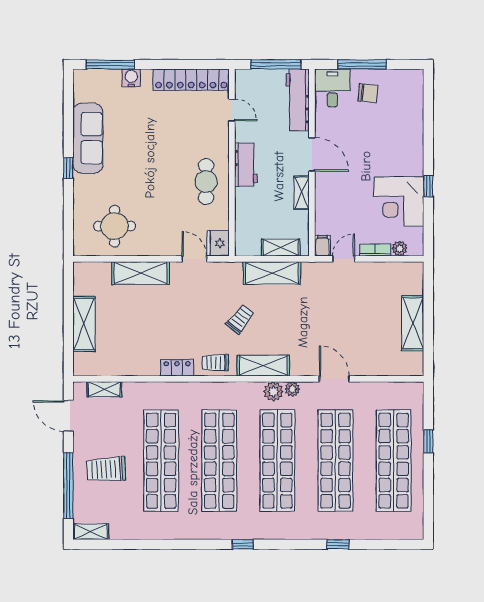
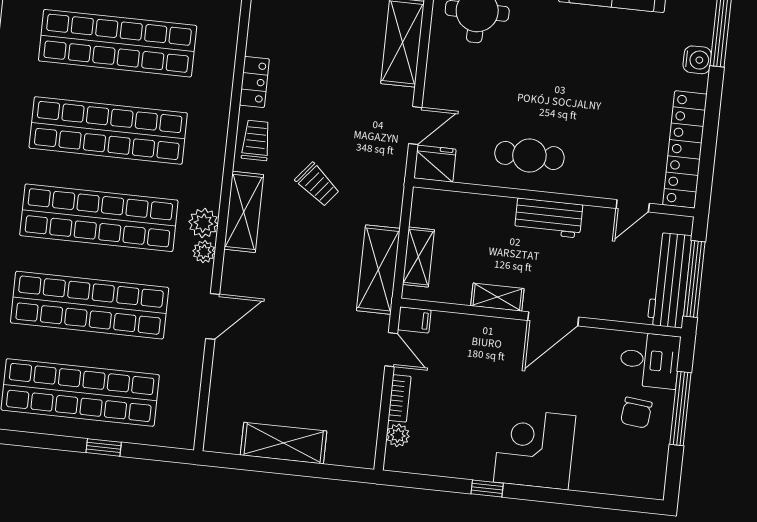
workbench: (298, 100) -> (670, 280), moved, turned -90
corner desk: (399, 201) -> (535, 449), moved
shelving: (272, 273) -> (378, 270), moved

